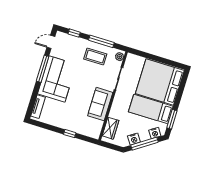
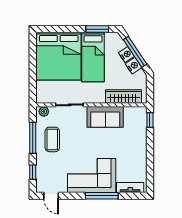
window: (43, 69) -> (102, 196), moved
wardrobe: (110, 128) -> (123, 97), width x1.50
nightstand: (155, 133) -> (126, 54), moved
window: (70, 134) -> (150, 120), moved

